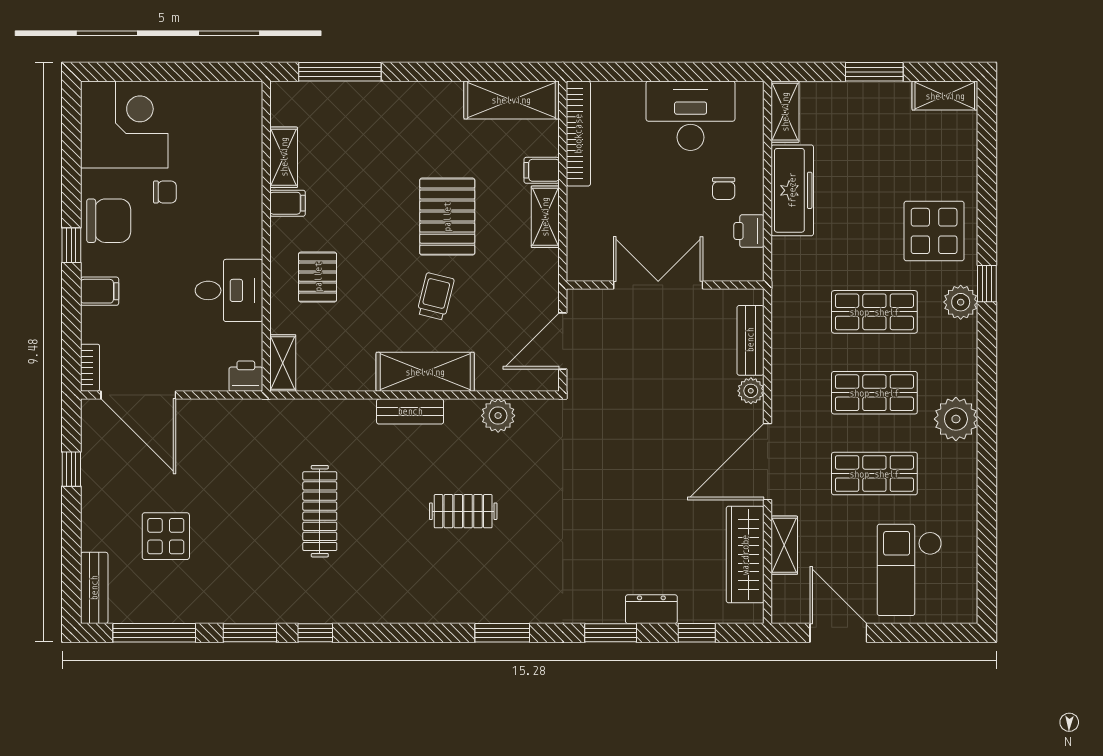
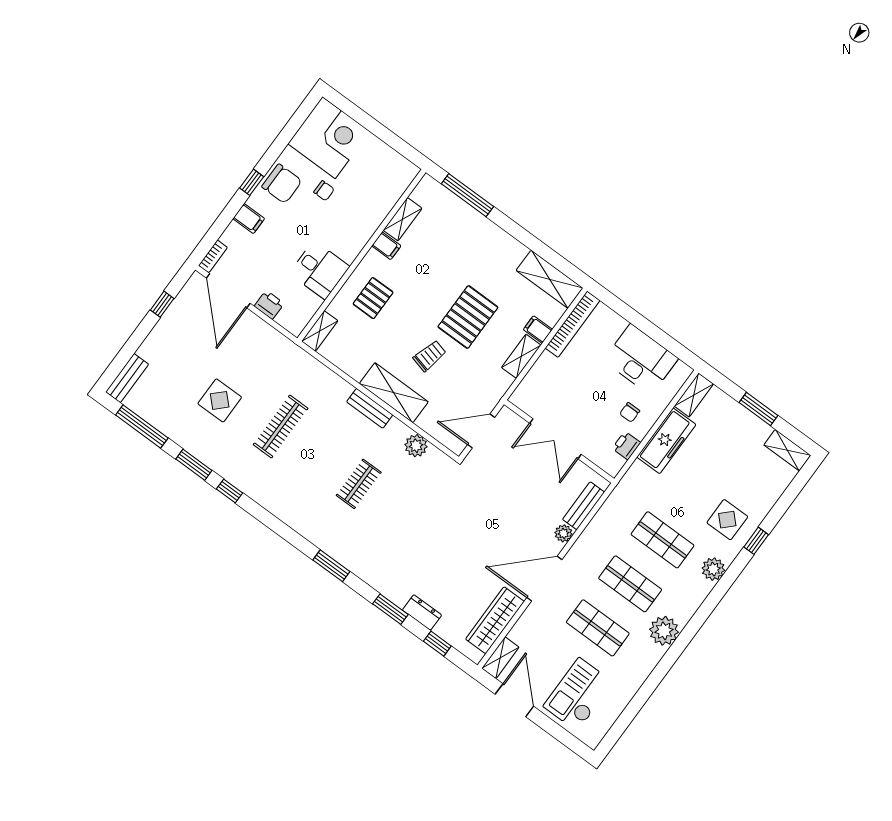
display table: (934, 231) -> (727, 520), width x0.73, depth x0.73
window: (987, 284) -> (756, 541), moved
double door: (658, 285) -> (555, 439), swing flipped
printer: (246, 376) -> (269, 305), moved
clothes rail: (463, 511) -> (359, 484), turned 90
display table: (166, 536) -> (220, 400), moved
shelving: (784, 545) -> (500, 658), moved

